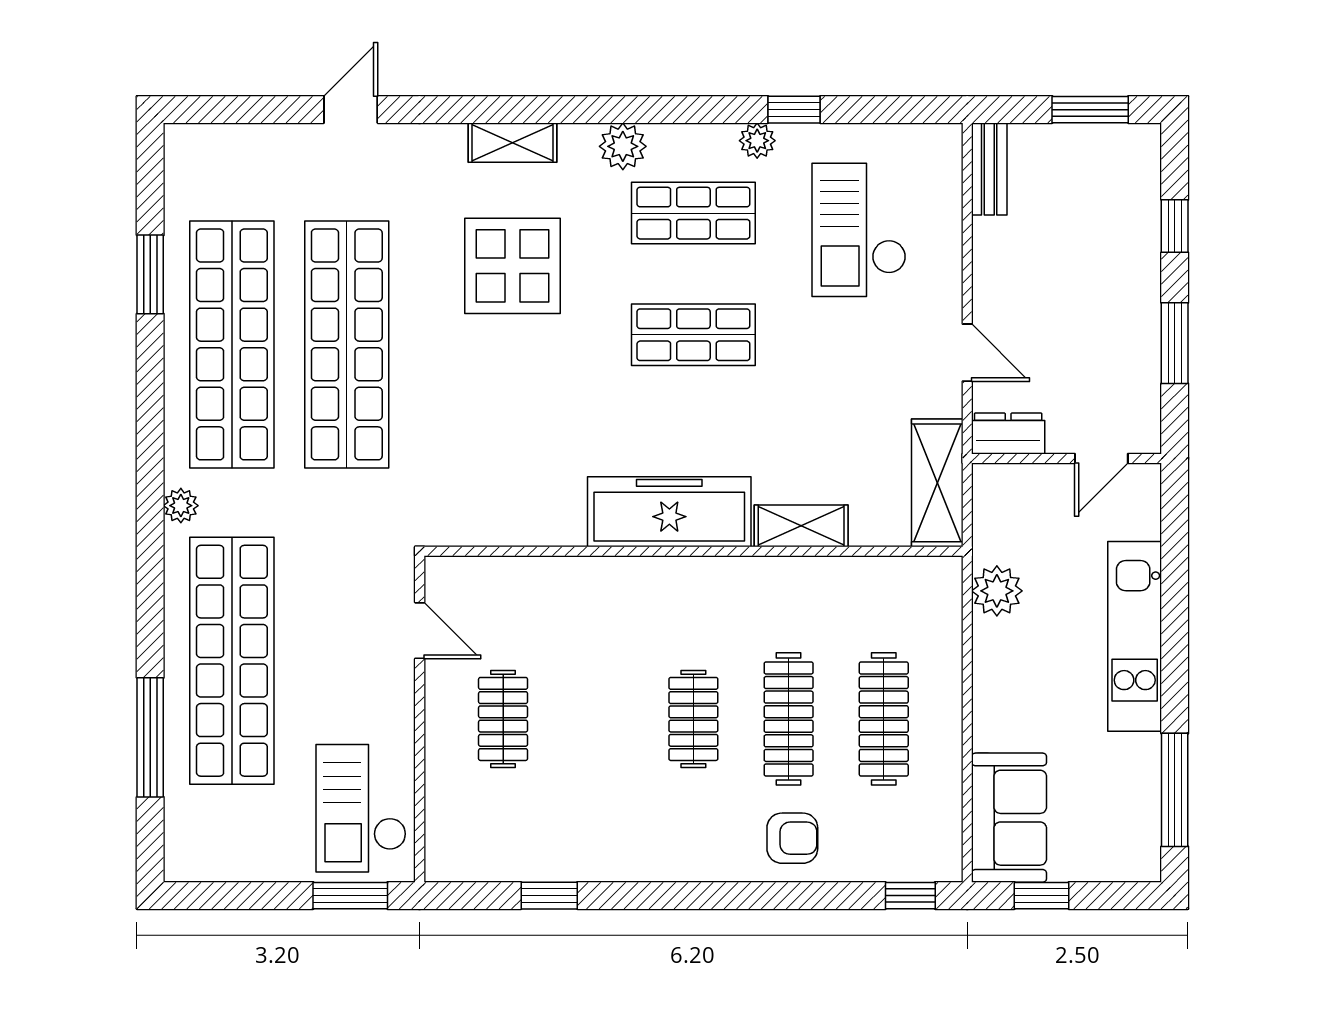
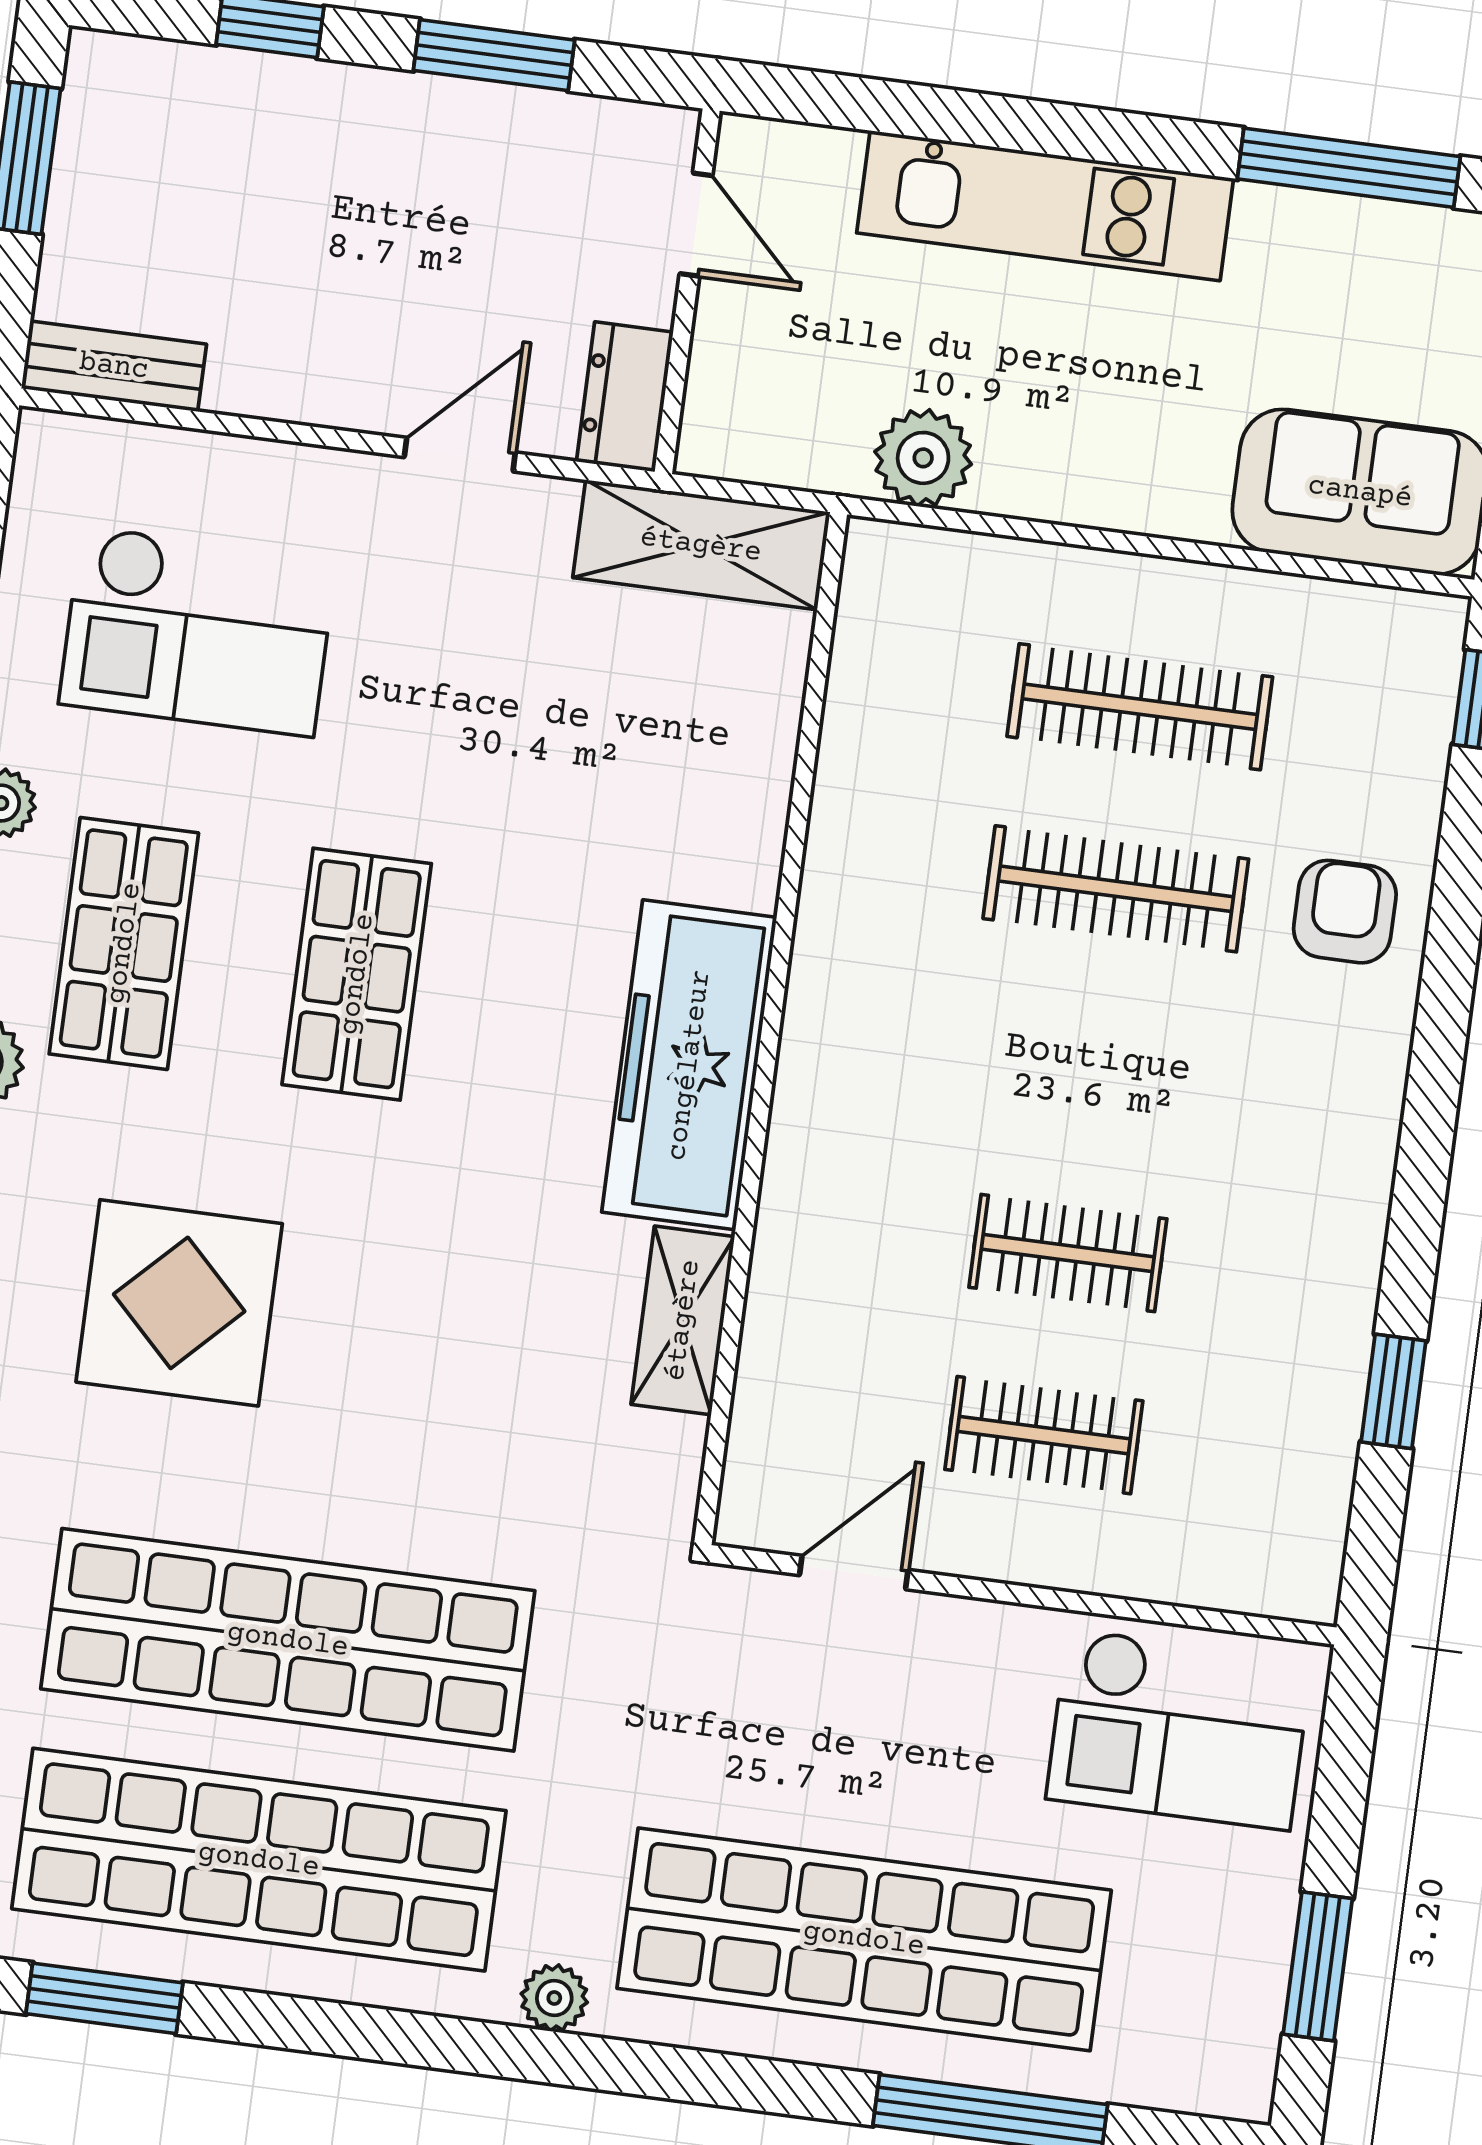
shelving: (801, 526) -> (683, 1320), moved
clothes rail: (693, 719) -> (1068, 1253), moved
window: (350, 896) -> (1318, 1966), moved

